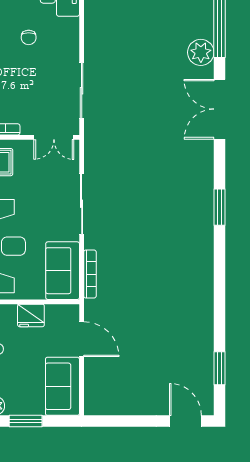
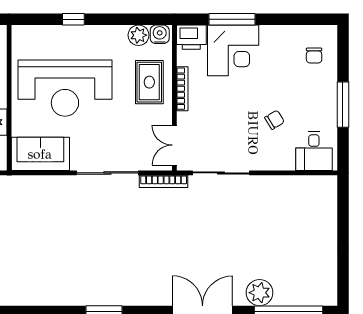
chair: (29, 37) -> (275, 120), turned 148
bookcase: (90, 274) -> (164, 181), moved

